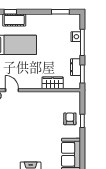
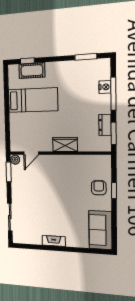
wardrobe: (53, 83) -> (65, 144), moved
door: (12, 90) -> (31, 153), swing flipped

